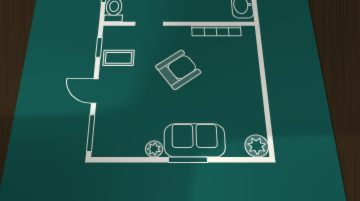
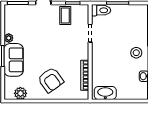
armchair: (178, 69) -> (51, 80), moved
plant: (257, 146) -> (20, 93), moved

